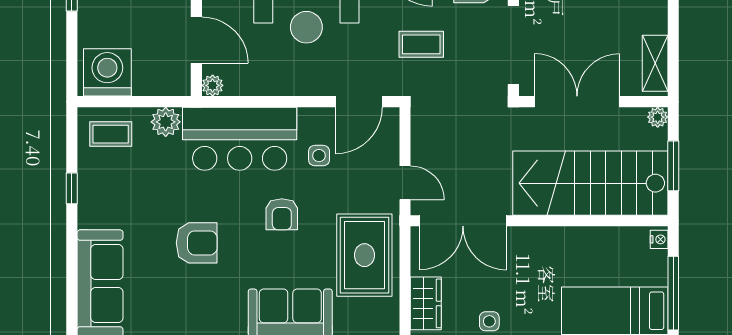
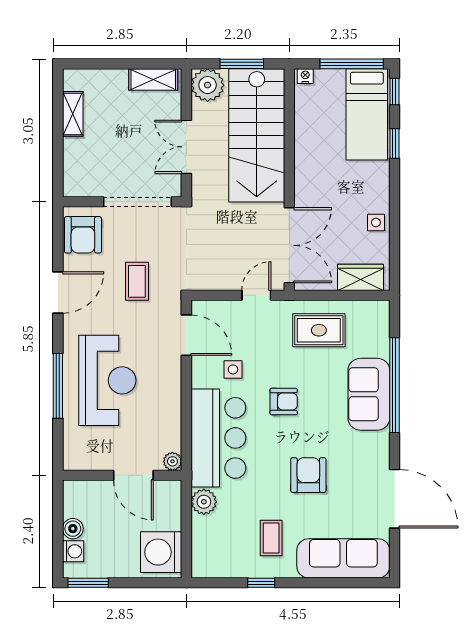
door: (196, 40) -> (133, 475), swing flipped
double door: (577, 102) -> (186, 147), width x0.73
plant: (658, 117) -> (208, 85), width x1.88, depth x1.88
coffee table: (111, 134) -> (271, 538), moved
rug: (364, 255) -> (319, 330), width x0.73, depth x0.70

